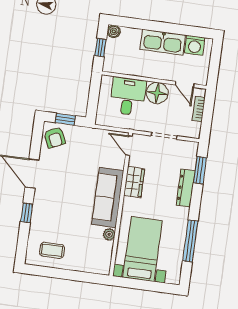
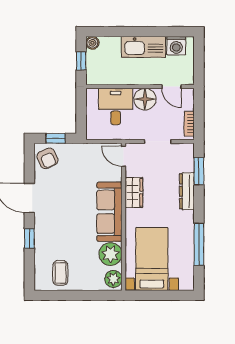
bookcase: (199, 109) -> (189, 124), moved
plant: (109, 234) -> (110, 254), width x1.88, depth x1.88
coffee table: (52, 250) -> (60, 273), turned 90
plant: (103, 263) -> (113, 279), added

